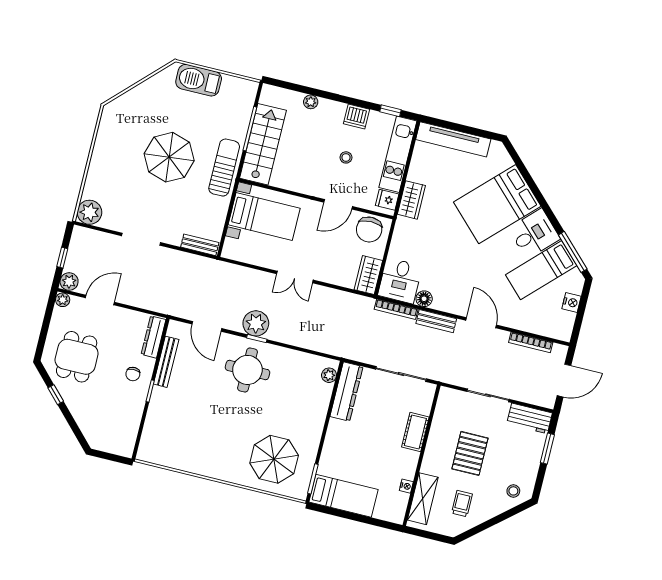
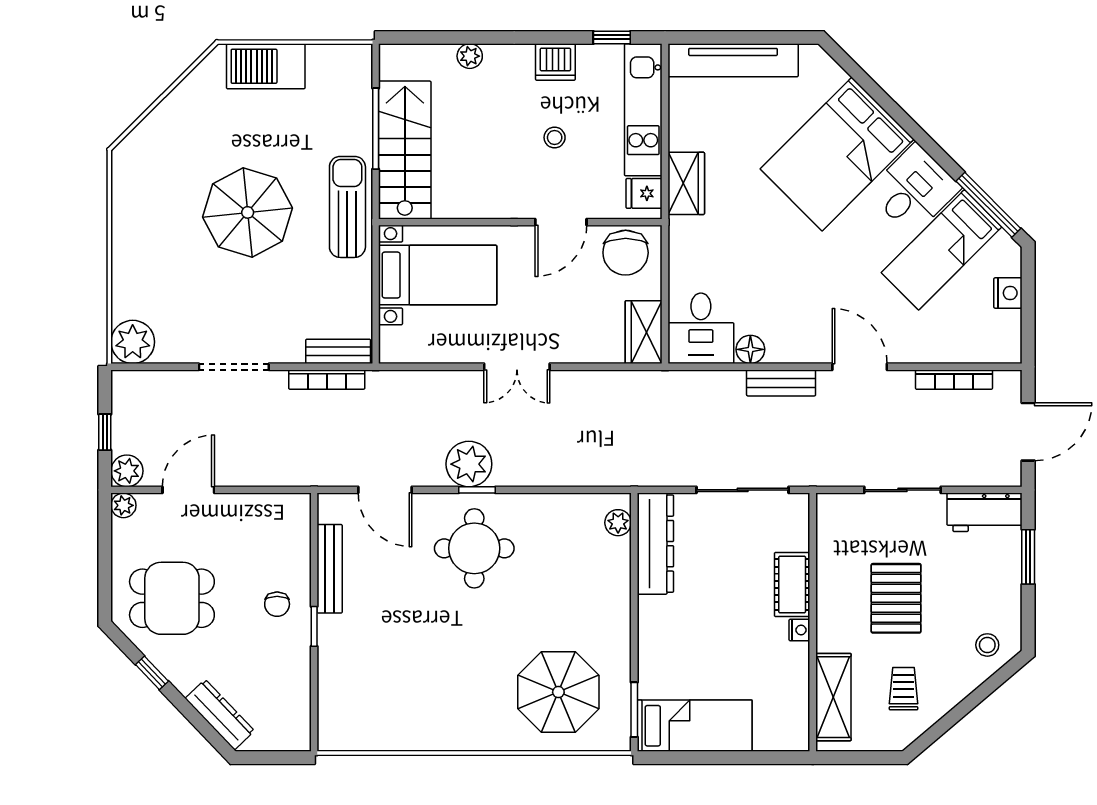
bookcase: (396, 309) -> (327, 380), moved
dresser: (153, 337) -> (220, 715), moved, turned 136
dining table: (77, 357) -> (172, 598), turned 90
nightstand: (406, 486) -> (799, 630), moved

